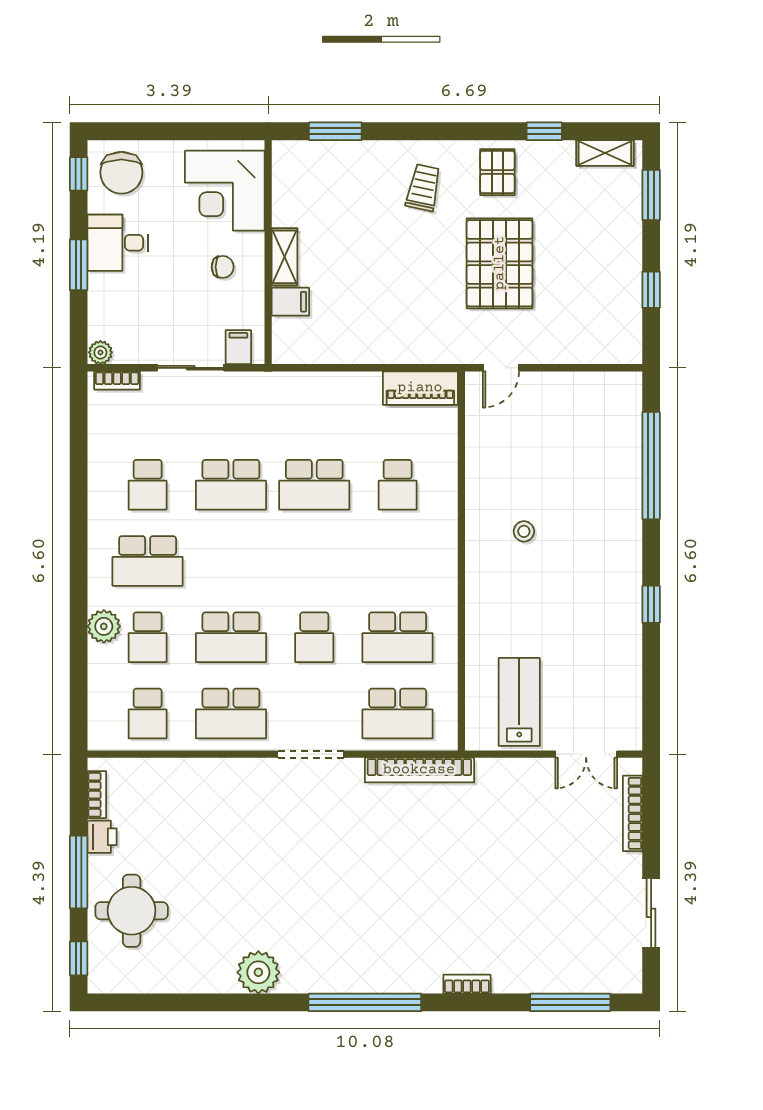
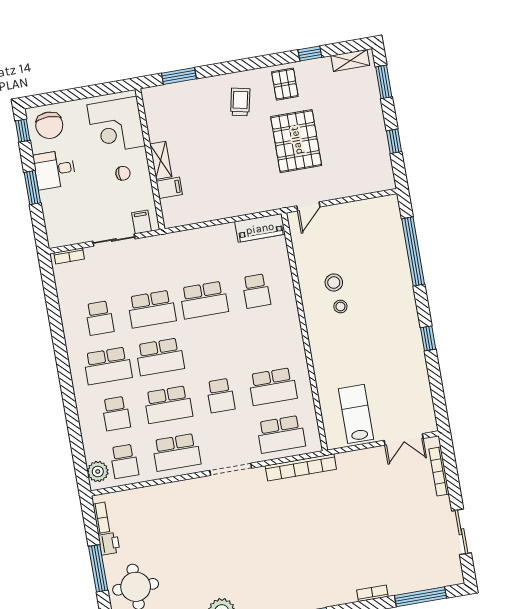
plant: (100, 352) -> (56, 240), removed
stool: (520, 492) -> (334, 282), added
school desk: (231, 561) -> (160, 357), added
plant: (104, 626) -> (98, 471), moved
bookcase: (467, 984) -> (372, 593), moved

